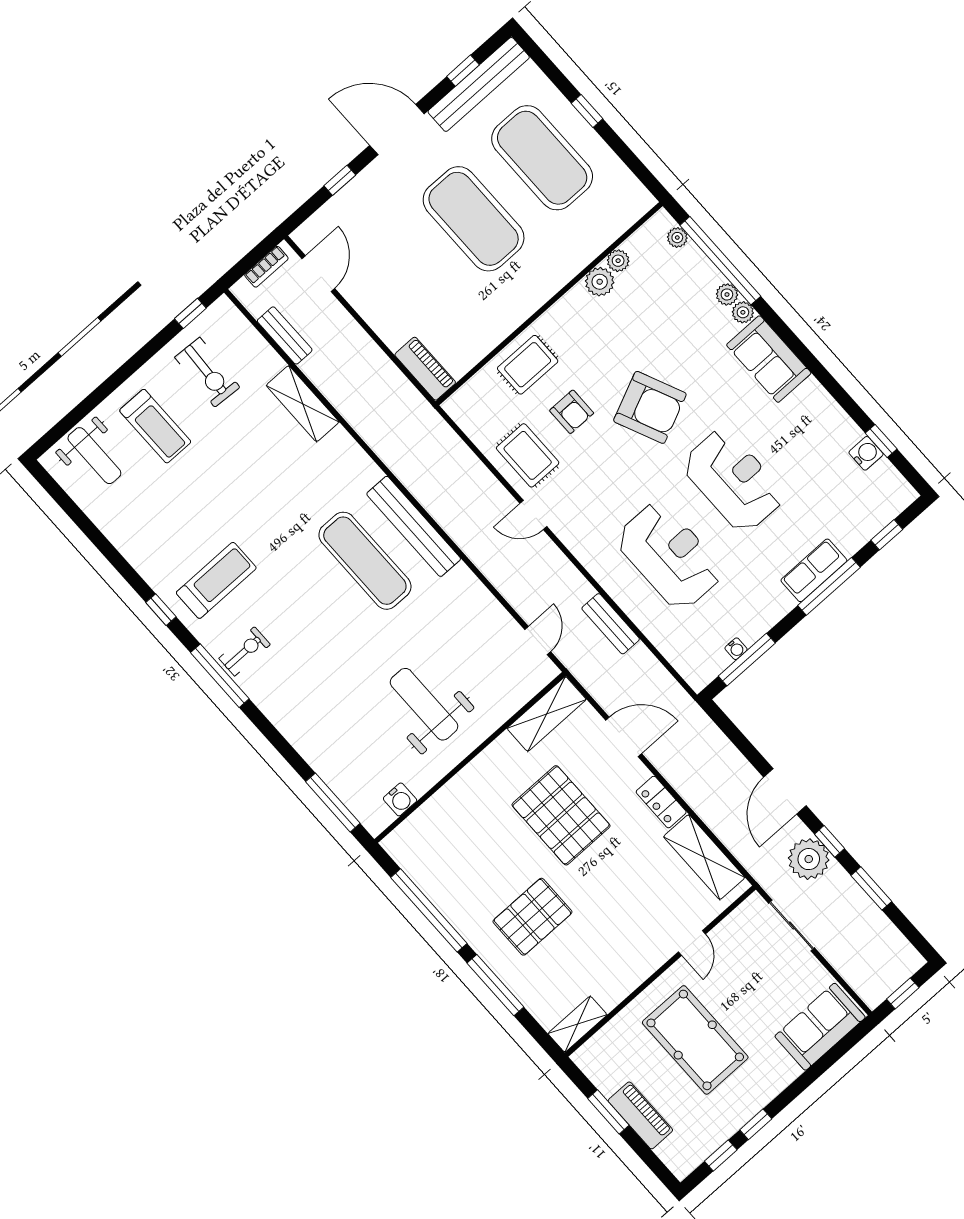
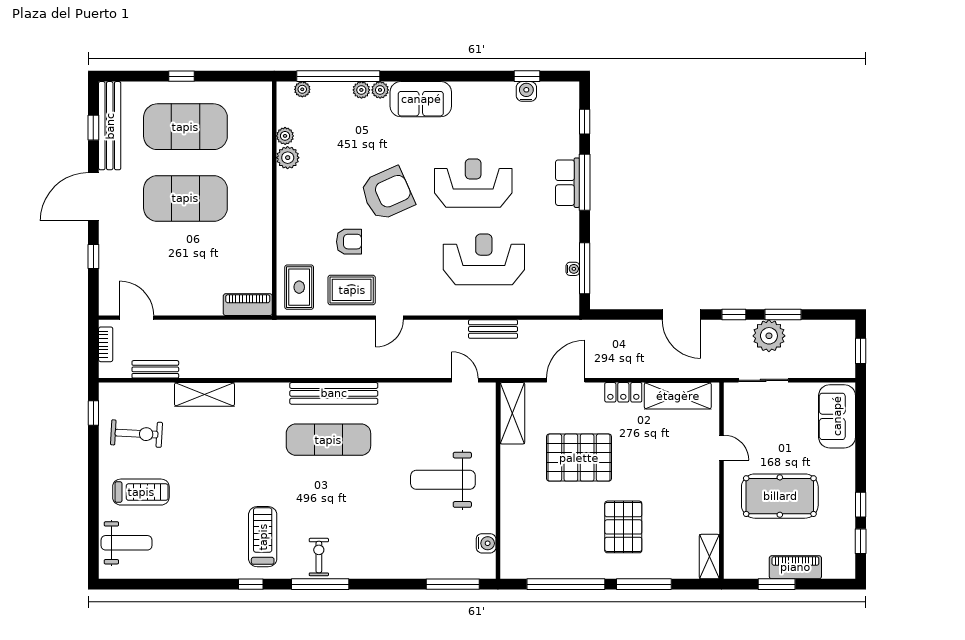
rug: (528, 365) -> (299, 287), moved
plant: (809, 859) -> (769, 336), moved

